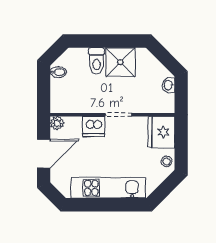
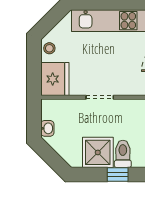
window: (101, 41) -> (118, 175), added
dishwasher: (94, 127) -> (126, 85), removed

